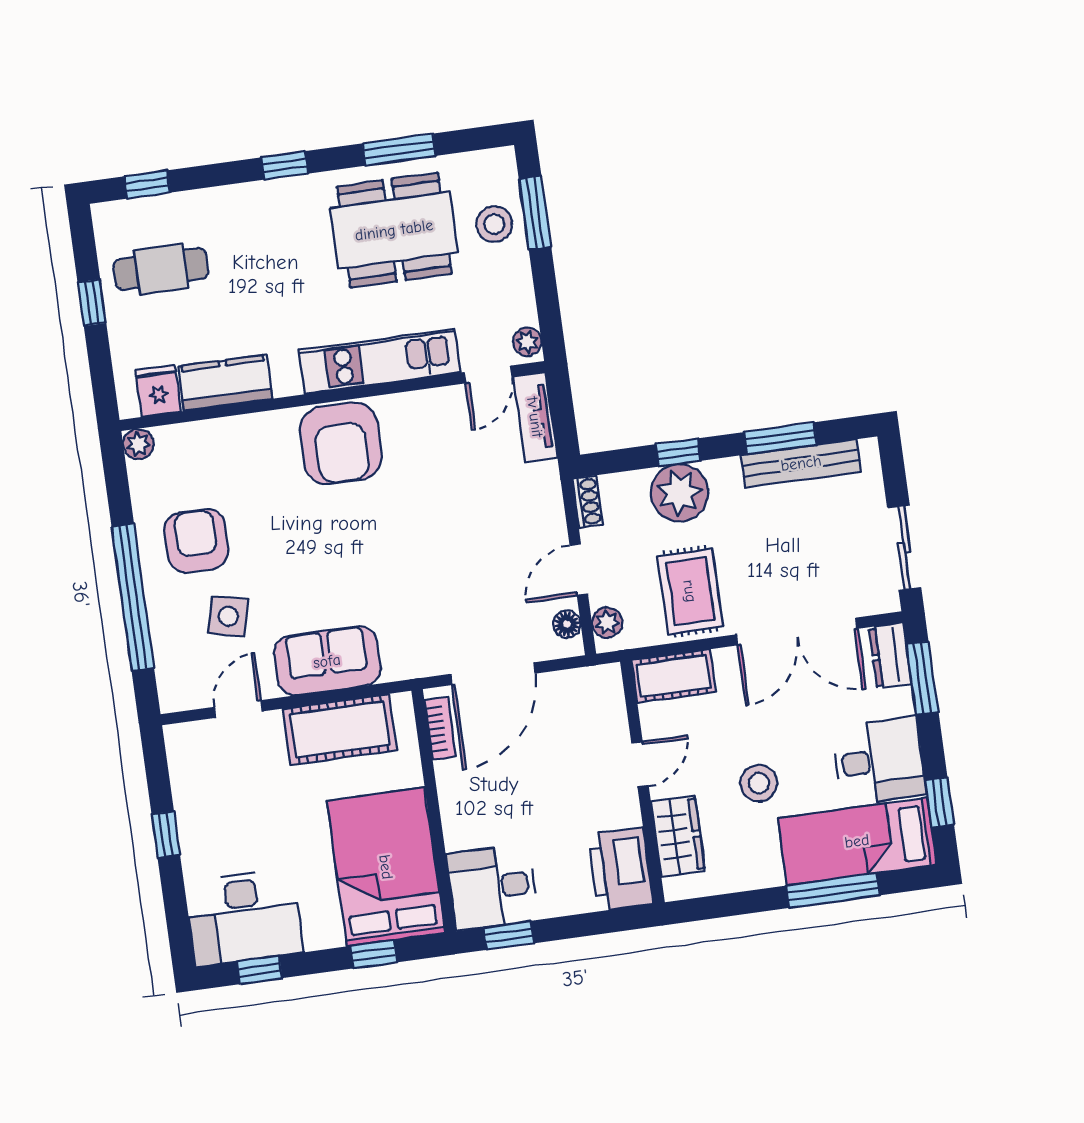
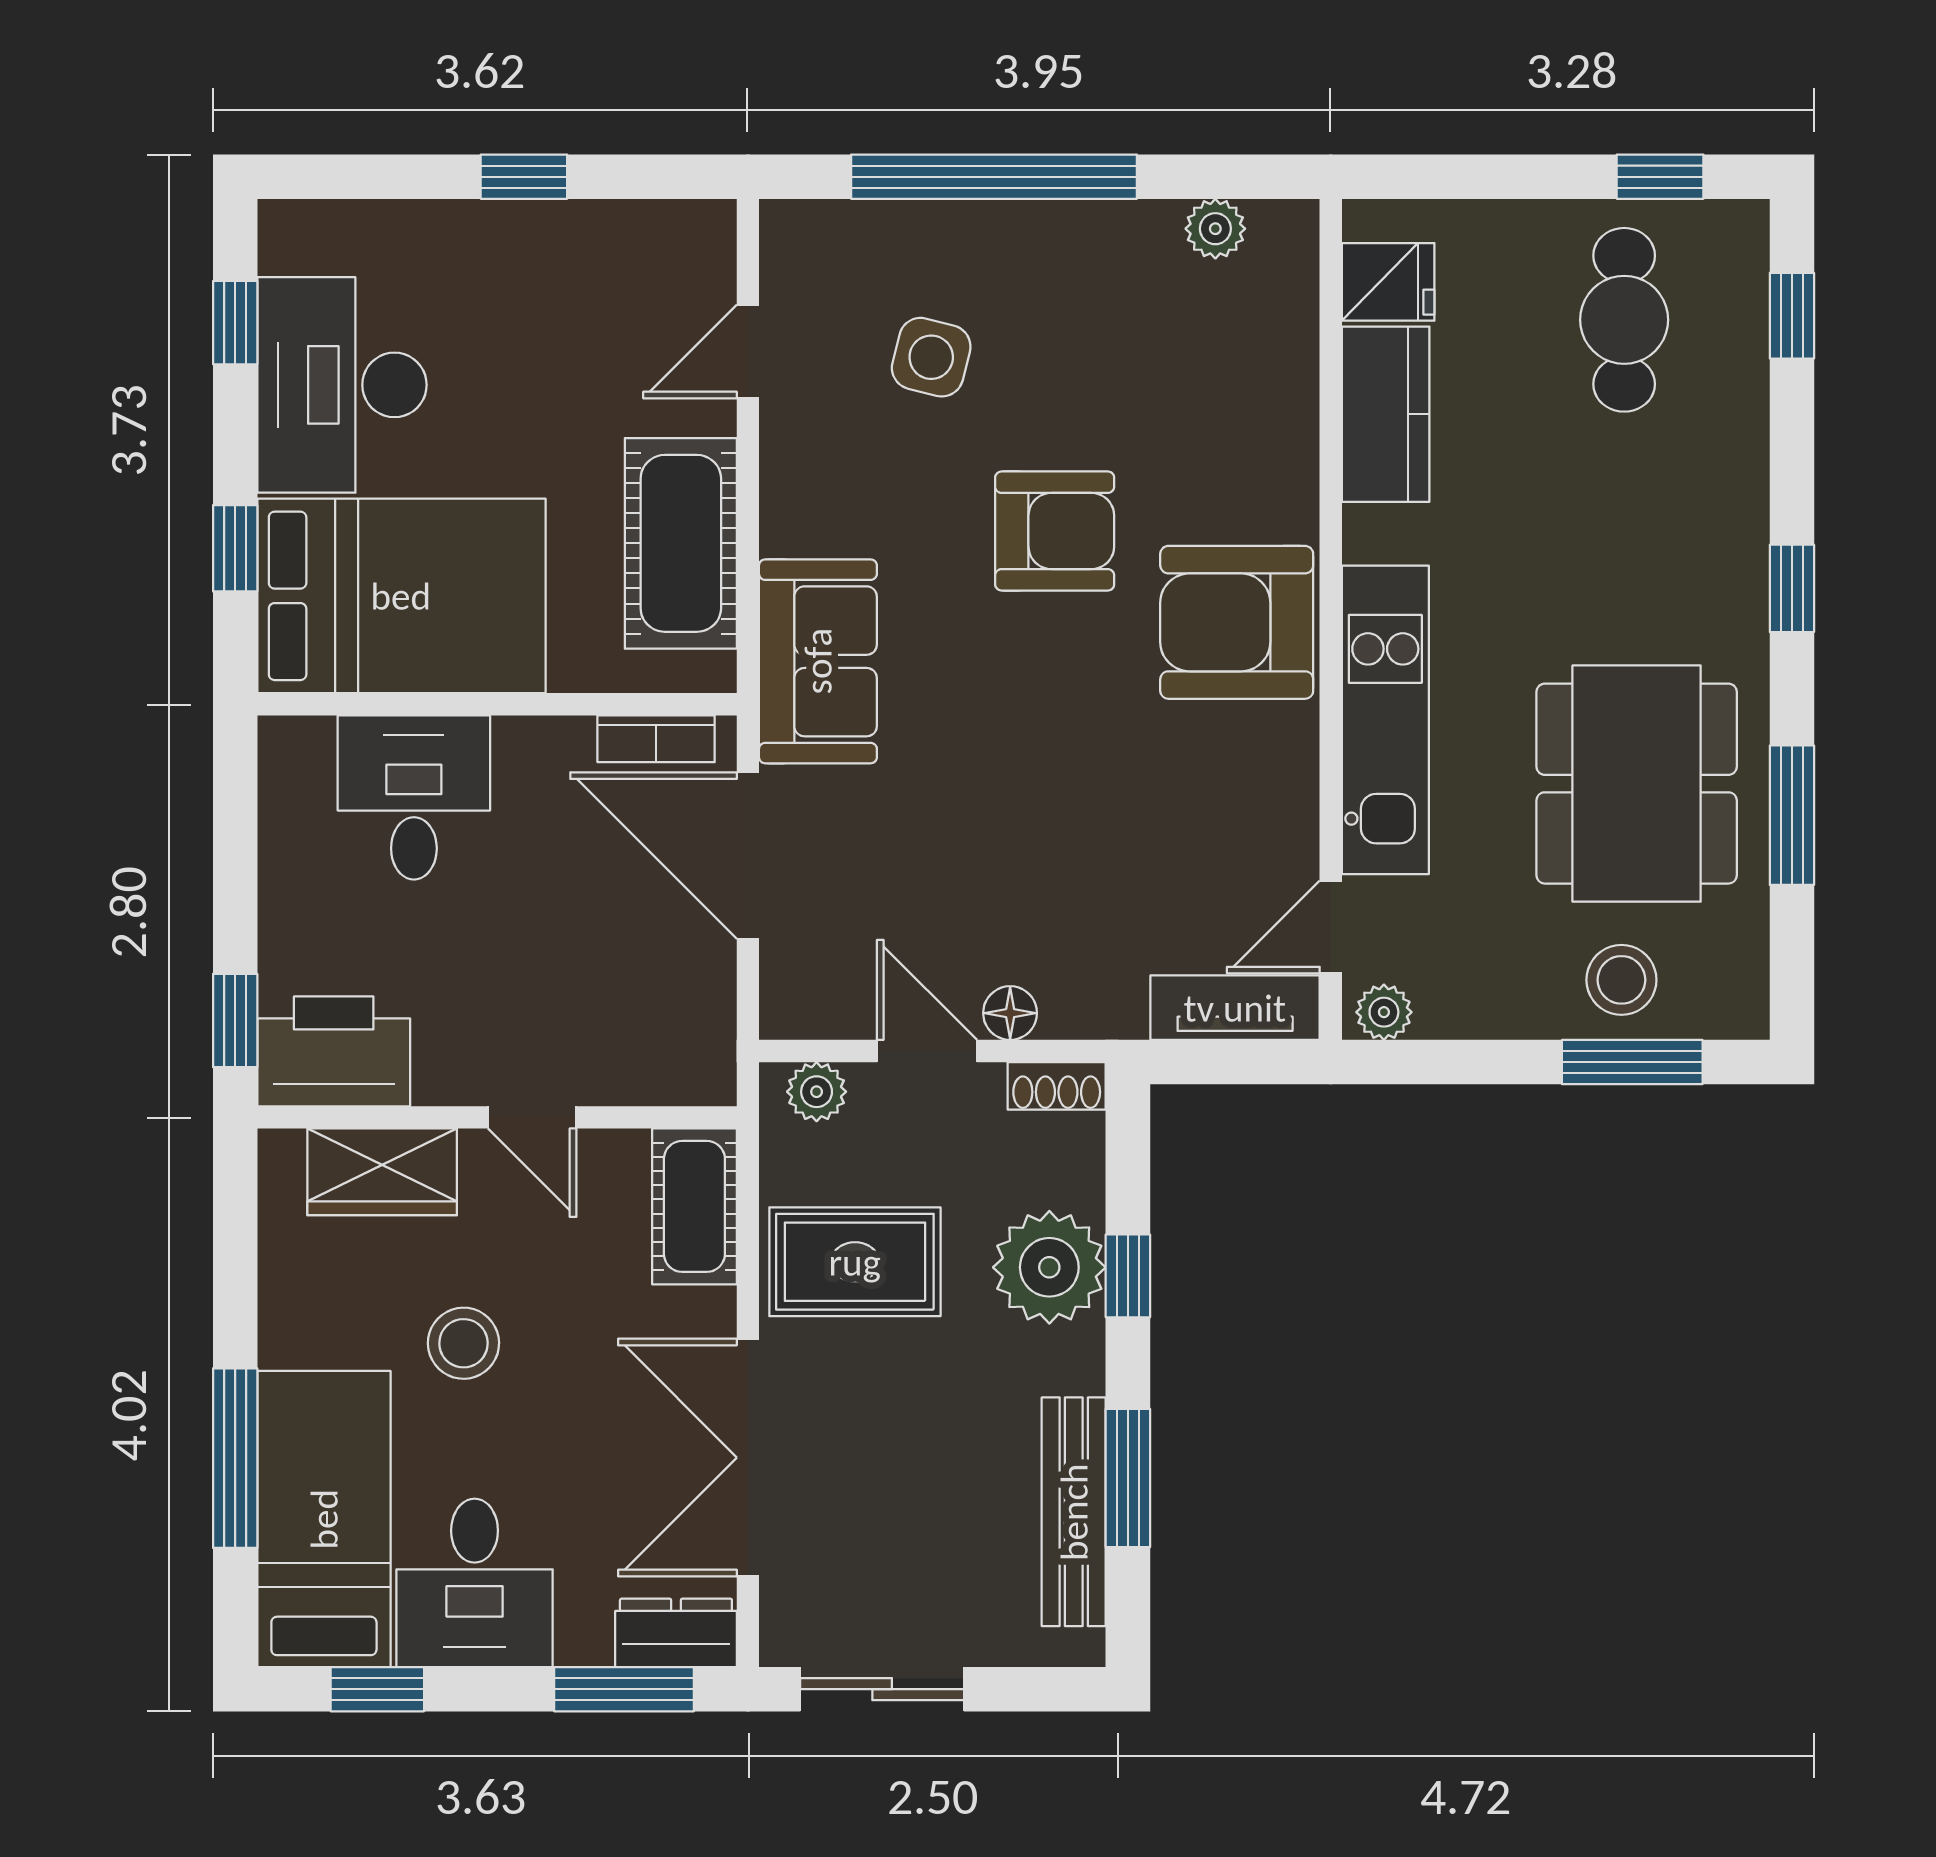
window: (92, 303) -> (1660, 177), moved
door: (488, 375) -> (1331, 927), hinge flipped
plant: (138, 444) -> (1215, 229), moved
armchair: (196, 541) -> (1055, 531), moved
floor lamp: (567, 624) -> (1010, 1013), moved
sofa: (327, 661) -> (818, 661), moved
door: (238, 709) -> (748, 352), swing flipped
desk: (492, 887) -> (414, 797), moved
desk: (244, 917) -> (342, 385), moved
window: (509, 935) -> (235, 1021), moved

